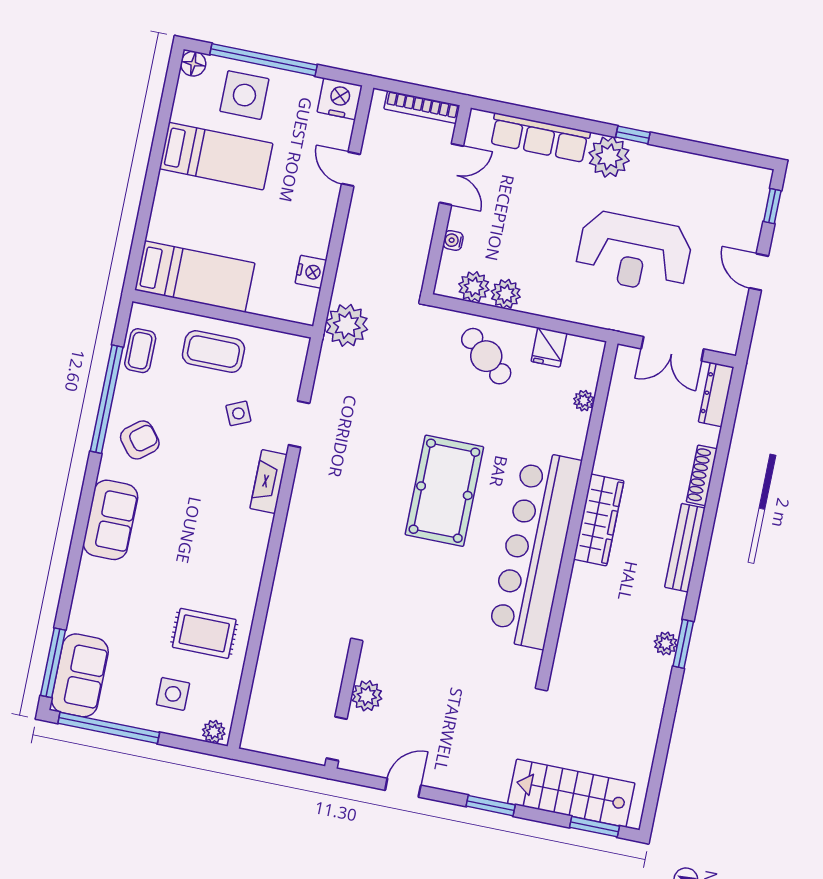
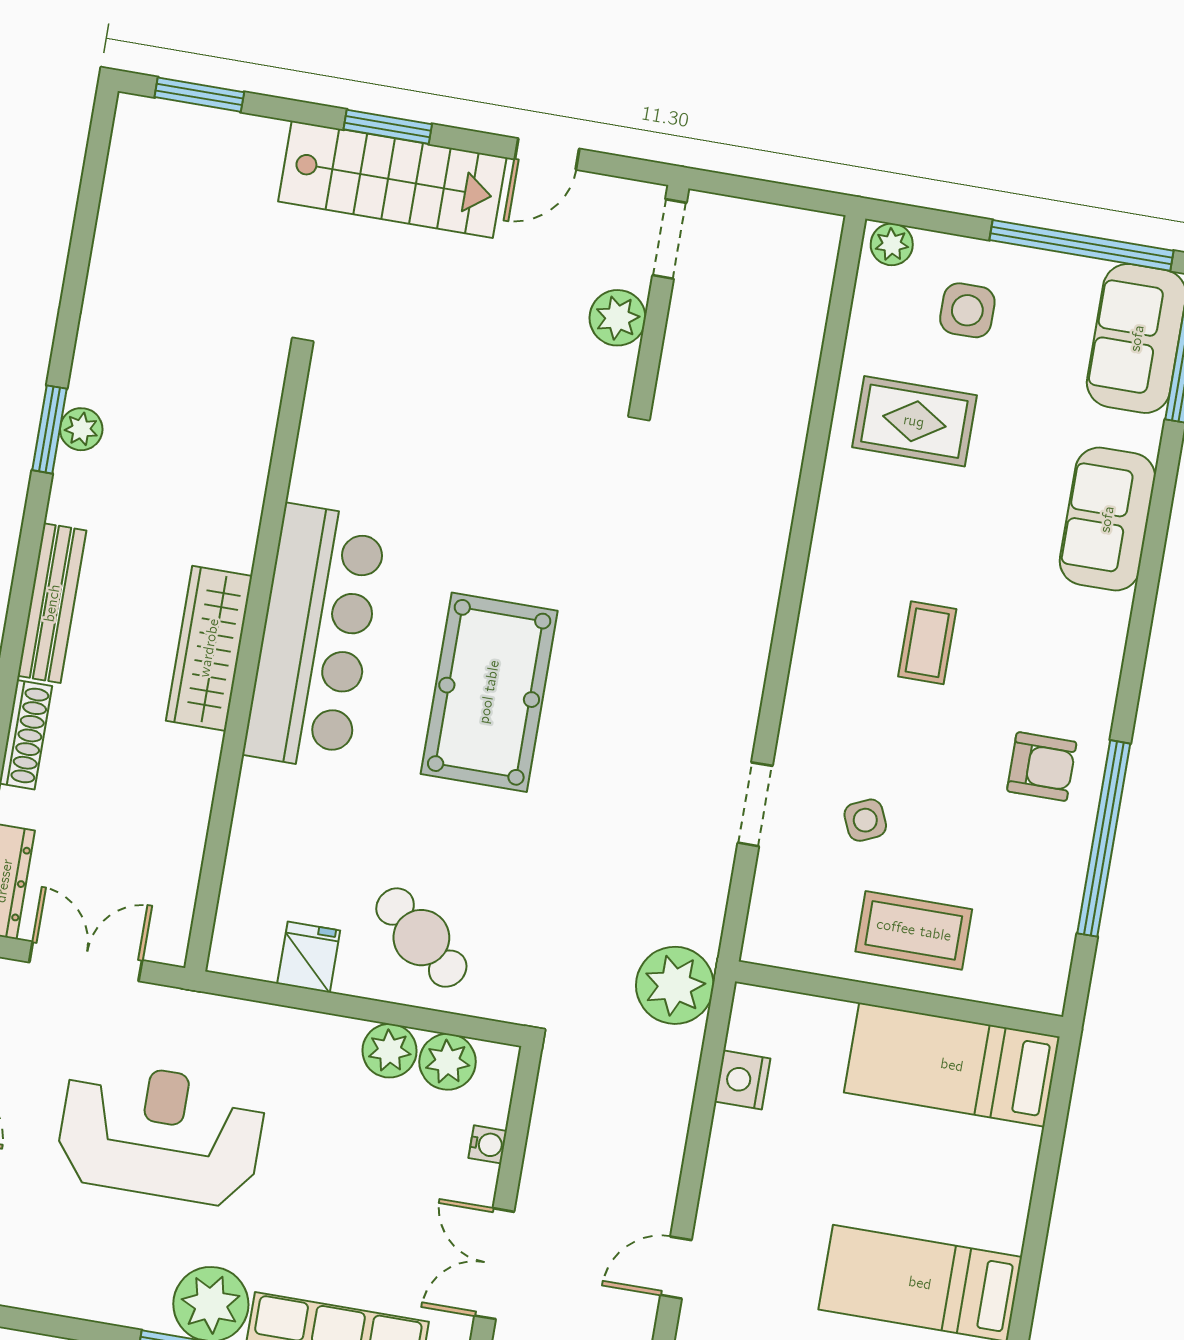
door: (351, 169) -> (676, 1268), swing flipped
coffee table: (140, 351) -> (927, 643), moved
plant: (584, 401) -> (243, 863), removed
armchair: (140, 440) -> (1042, 767), turned -141
fireplace: (269, 482) -> (807, 699), removed
sofa: (110, 520) -> (1107, 519), moved
bar counter: (535, 549) -> (315, 637), width x0.73
stairs: (571, 793) -> (392, 179), moved

